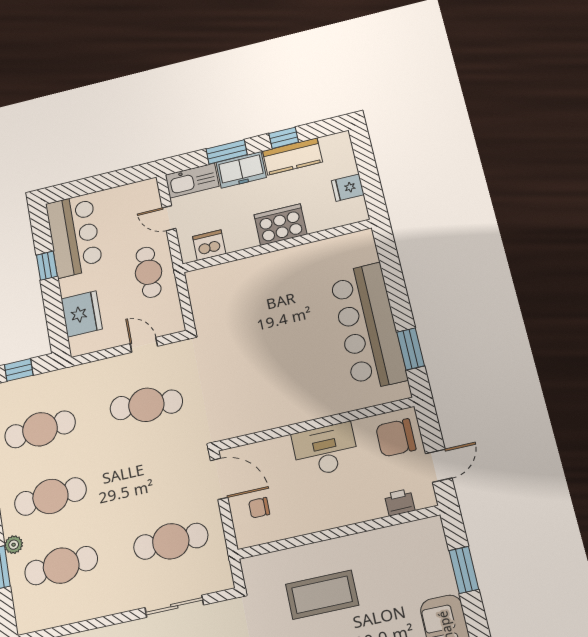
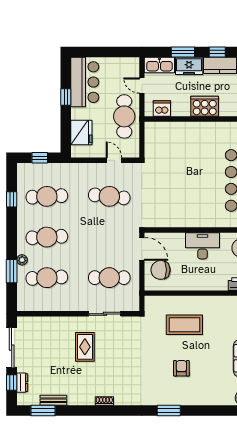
cafe table: (149, 272) -> (124, 116), width x1.37, depth x1.35
chair: (259, 508) -> (161, 270), width x1.87, depth x1.87

